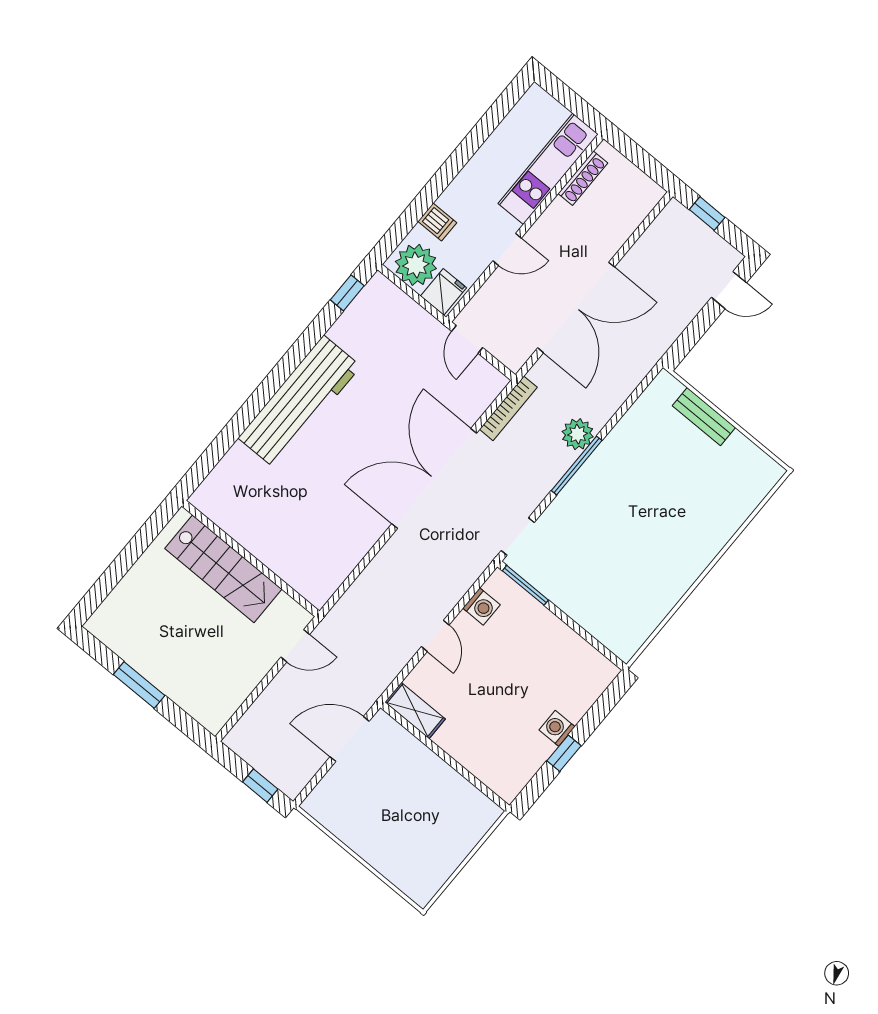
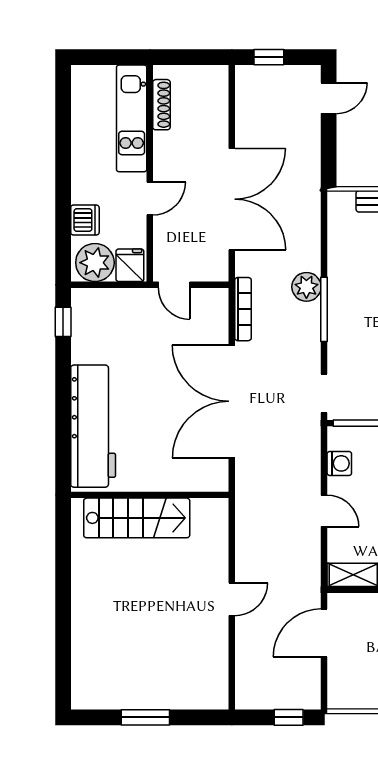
dishwasher: (437, 222) -> (85, 220), width x1.38
wall: (250, 559) -> (150, 495), moved
stairs: (223, 569) -> (137, 518), moved

